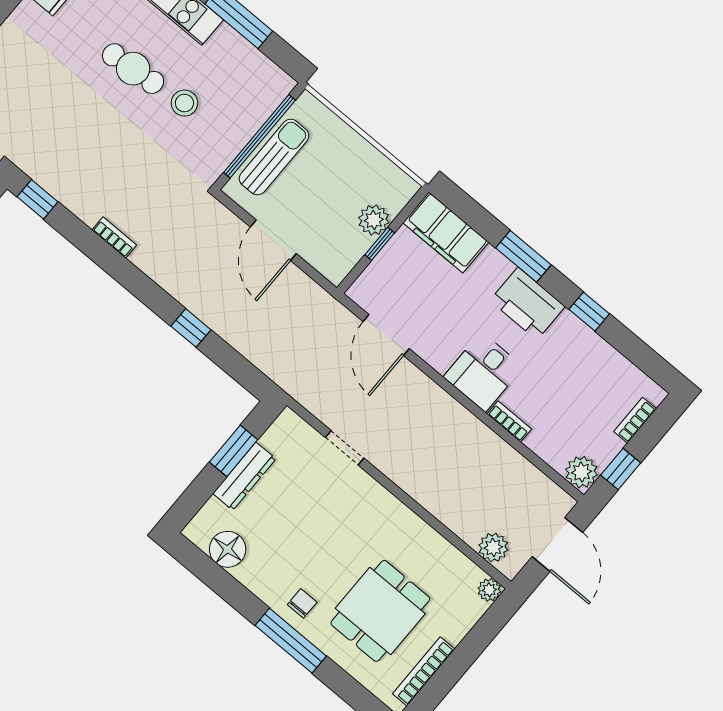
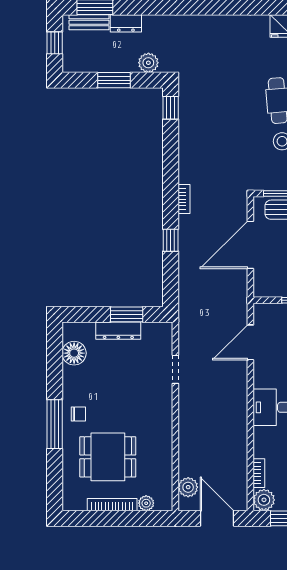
bookcase: (114, 237) -> (184, 199), moved
door: (273, 240) -> (250, 245), width x1.36
bookcase: (509, 421) -> (259, 473), moved
door: (557, 544) -> (217, 518), swing flipped
plant: (489, 590) -> (146, 503), moved
bookcase: (424, 671) -> (112, 505), moved

